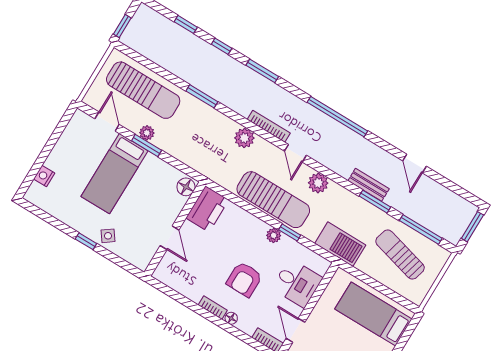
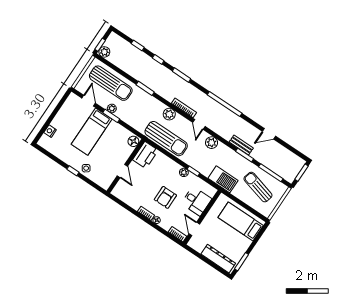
plant: (130, 38) -> (104, 52), added
door: (415, 164) -> (269, 134), hinge flipped
sun lounger: (273, 200) -> (166, 139), moved

